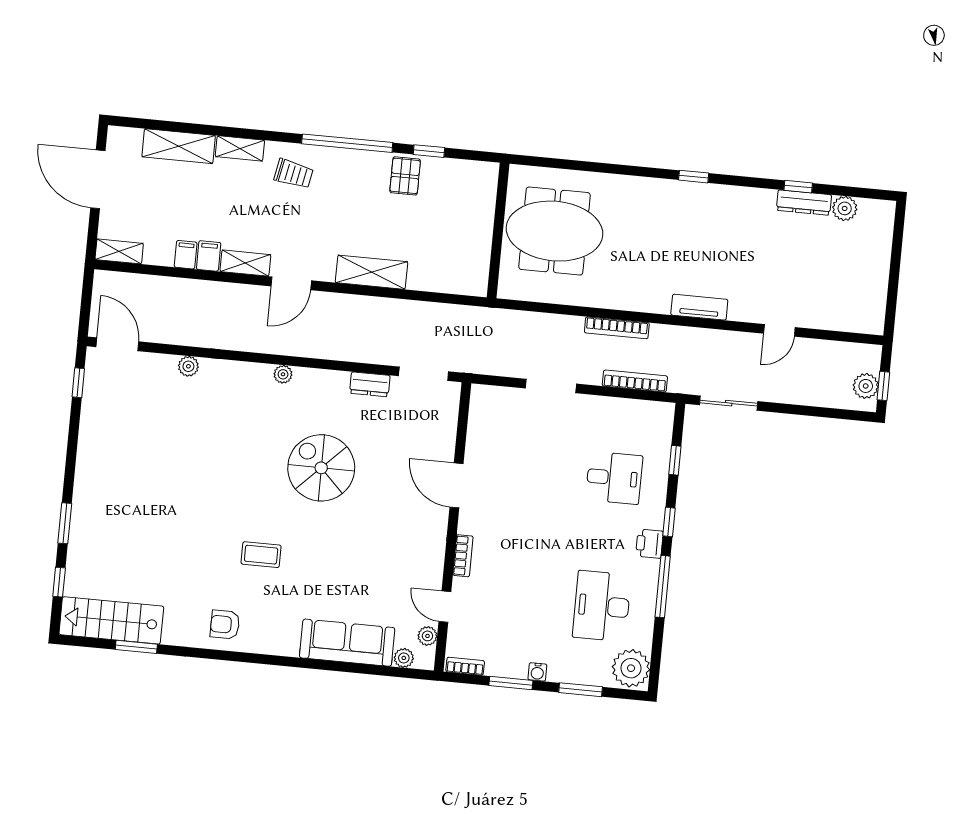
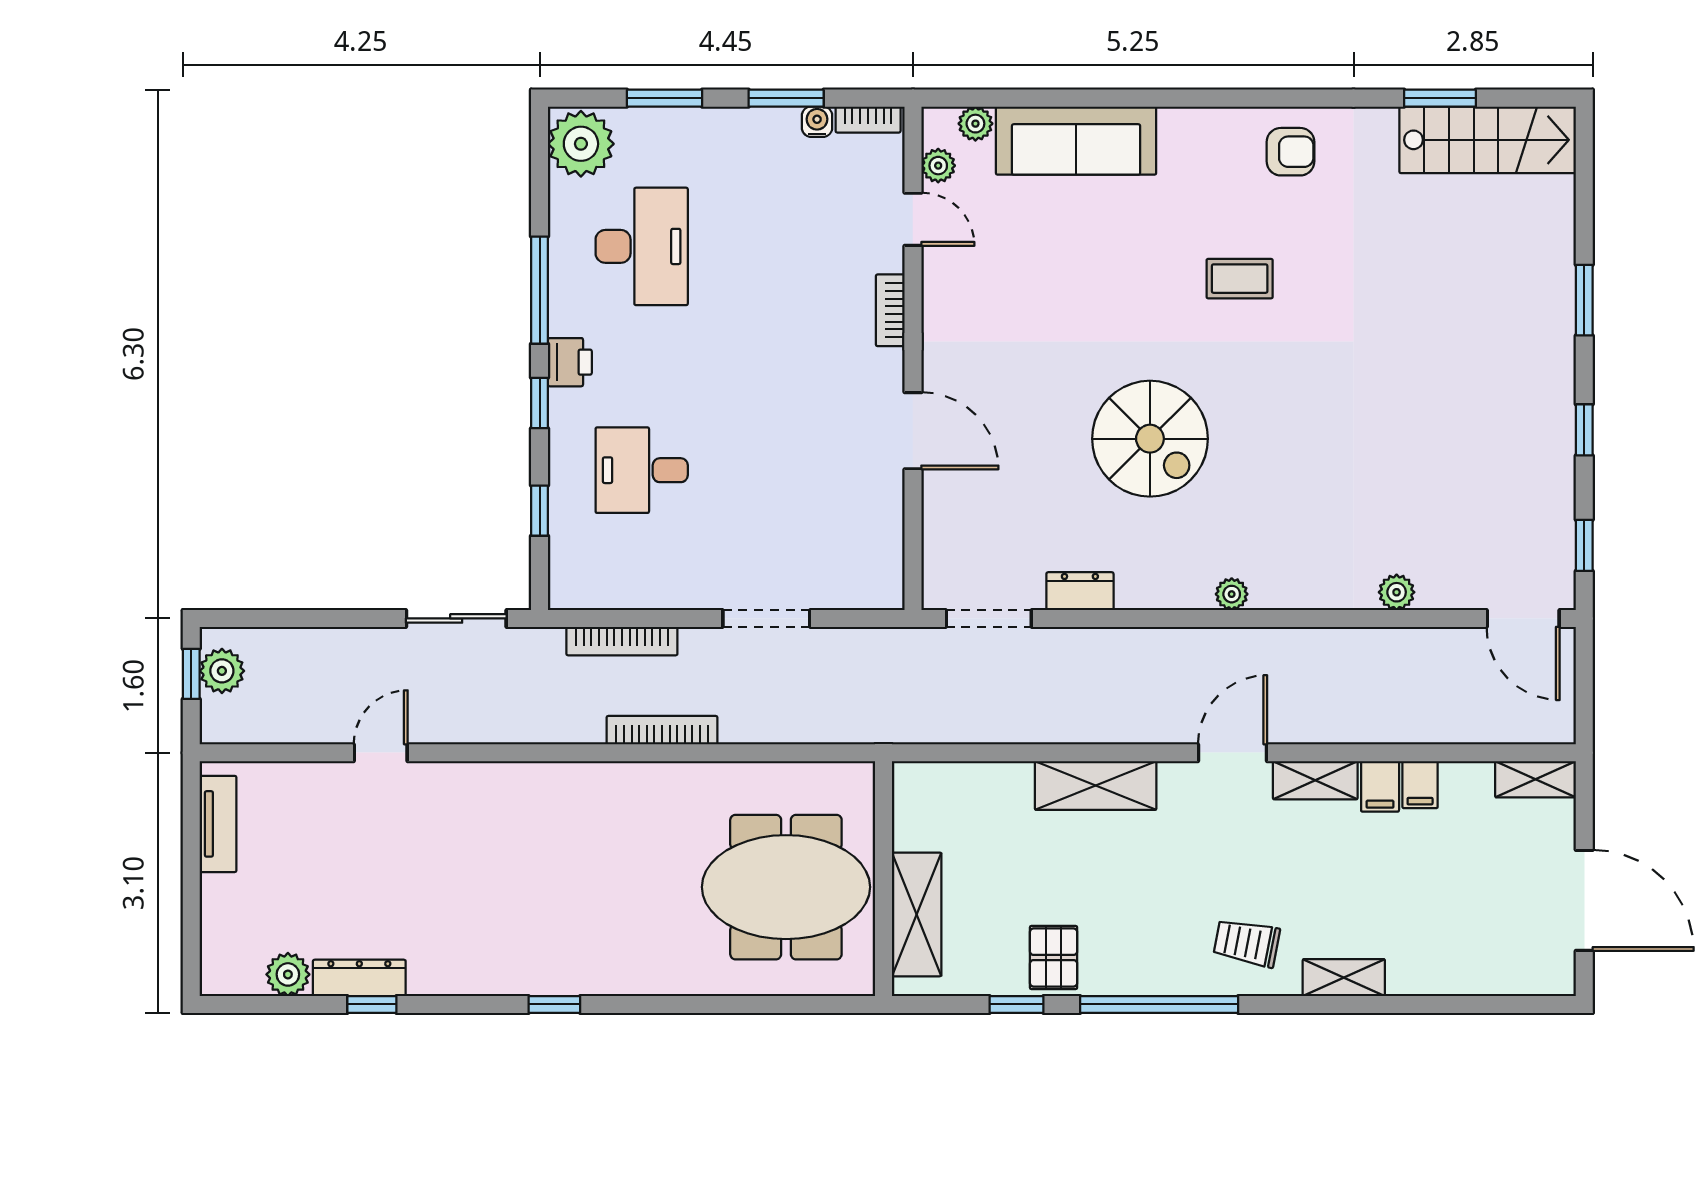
shelving: (179, 146) -> (917, 914), moved, turned 90
tv unit: (699, 307) -> (218, 824), moved, turned -90
window: (59, 582) -> (1584, 430), moved
water cooler: (537, 672) -> (817, 122), moved

